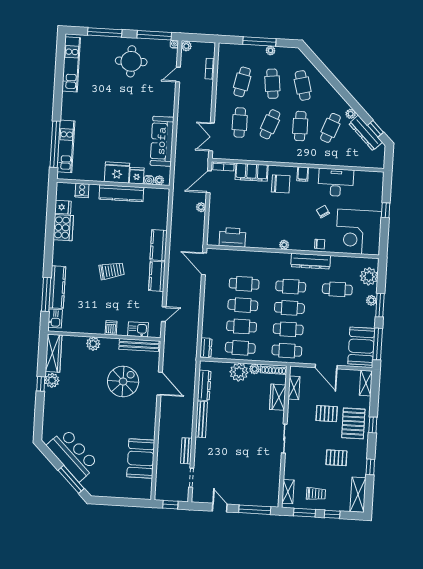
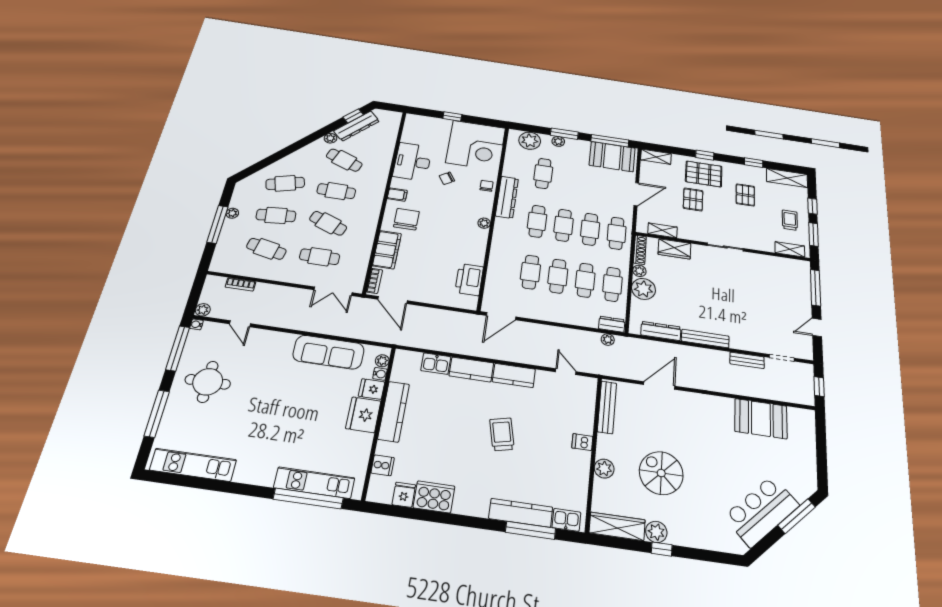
plant: (201, 207) -> (608, 340), moved
kitchen sink: (138, 329) -> (436, 364), moved, turned -90
spiral stairs: (123, 381) -> (661, 473), moved

